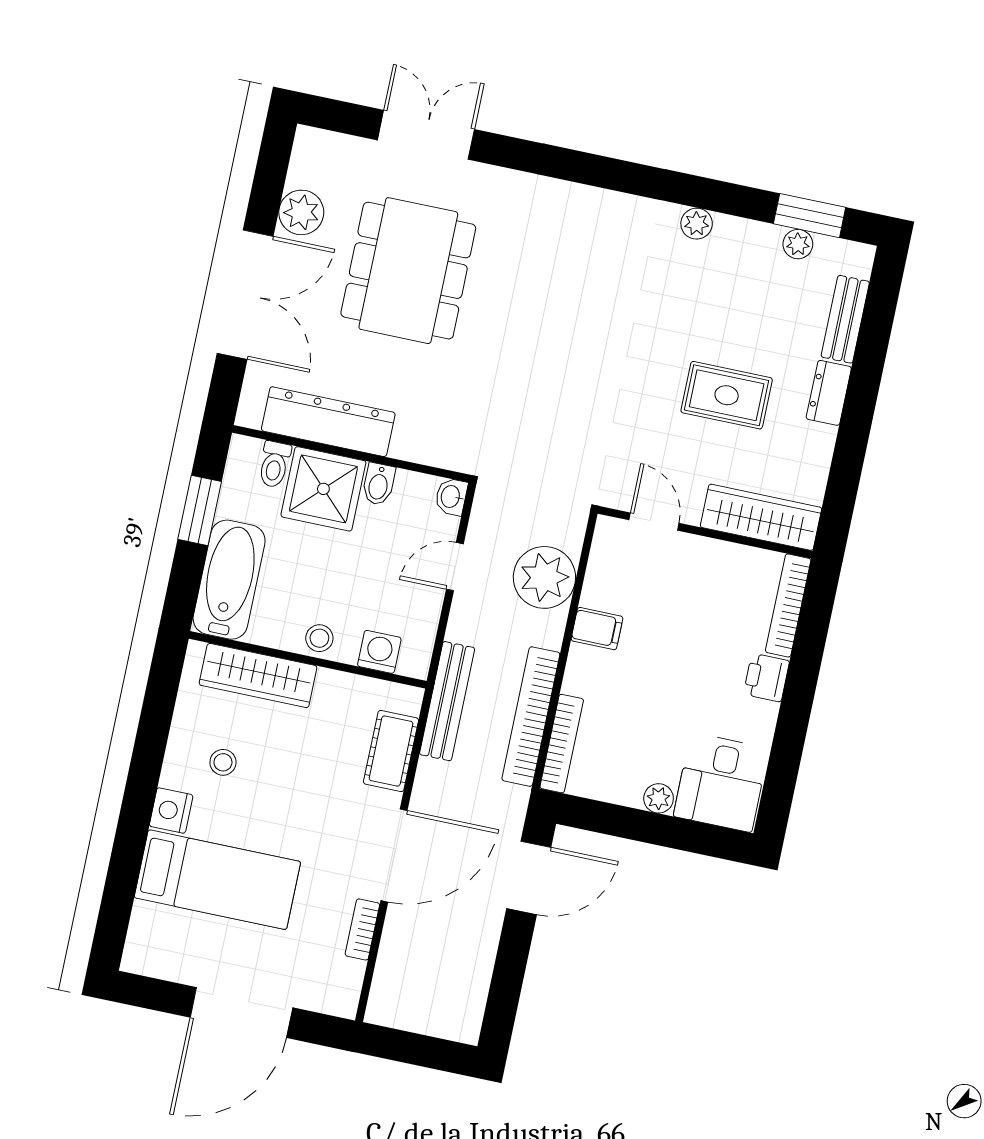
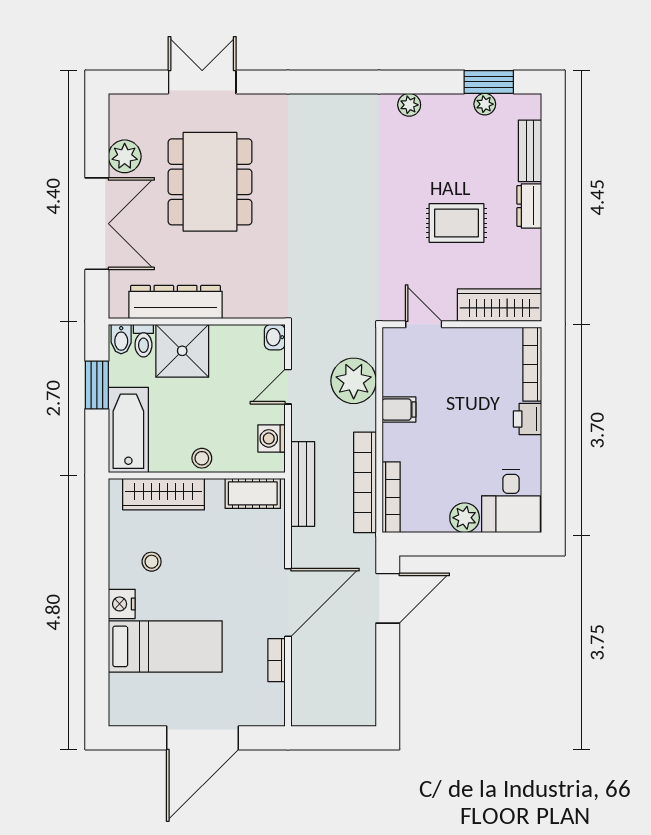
bidet: (379, 484) -> (121, 339), moved
washing machine: (379, 652) -> (271, 438), moved, turned -90
cot: (391, 751) -> (253, 493), moved, turned 90
plant: (659, 798) -> (465, 518), width x1.38, depth x1.38

